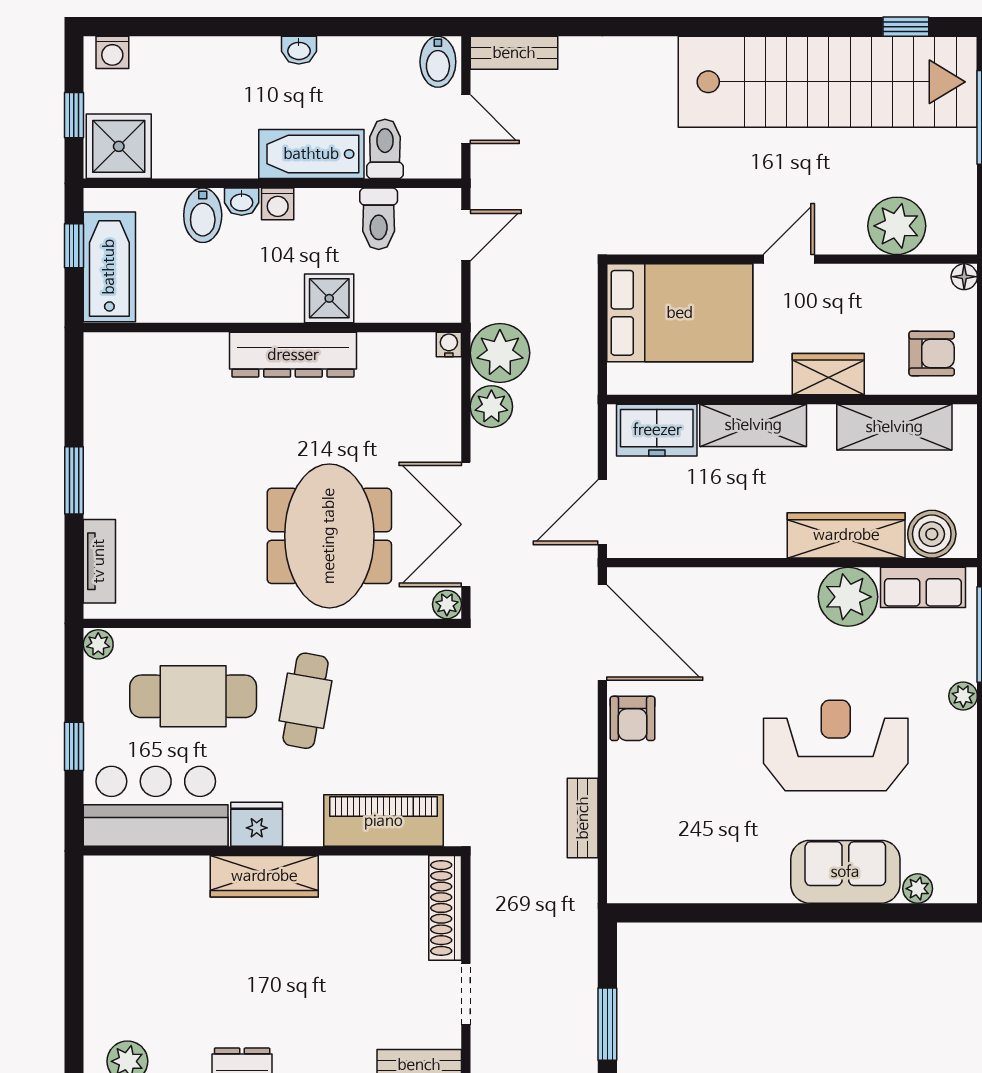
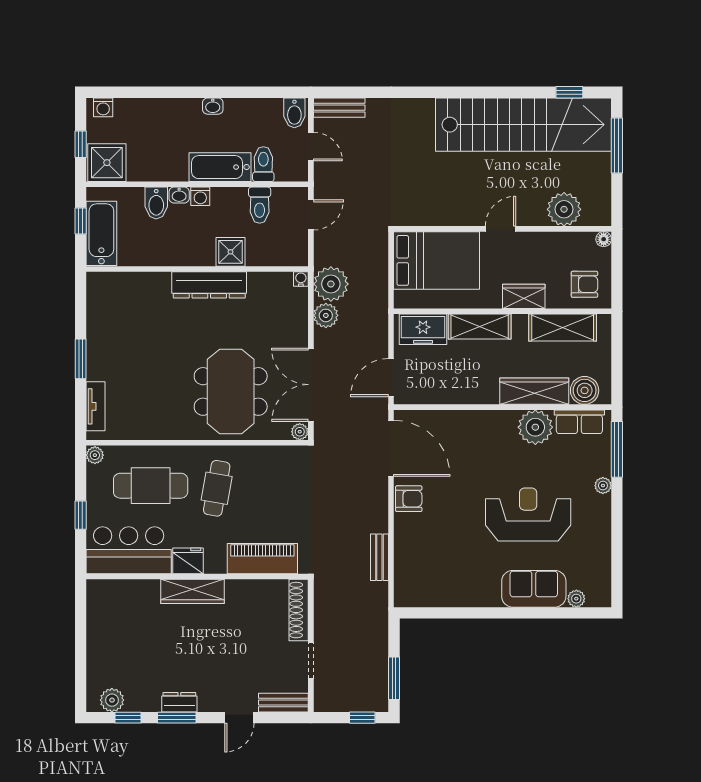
armchair: (633, 718) -> (409, 499), turned -90

